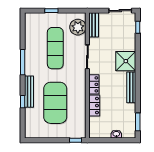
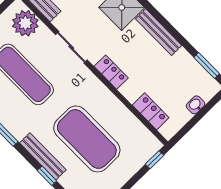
locker: (94, 106) -> (151, 111), moved

